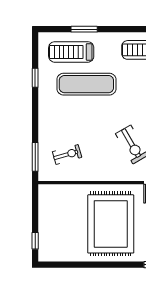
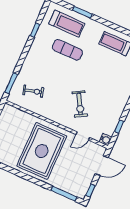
treadmill: (71, 52) -> (67, 24), turned 180
exercise mat: (86, 84) -> (67, 50), width x0.73, depth x0.69

